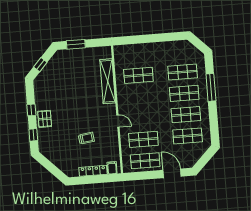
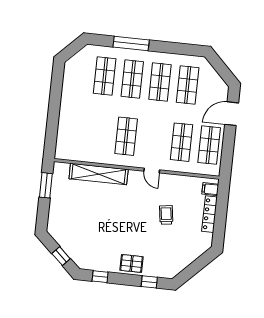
window: (76, 44) -> (46, 185), moved
shop shelf: (138, 75) -> (126, 136), moved
window: (31, 110) -> (100, 277), moved
door: (118, 121) -> (152, 170), swing flipped

